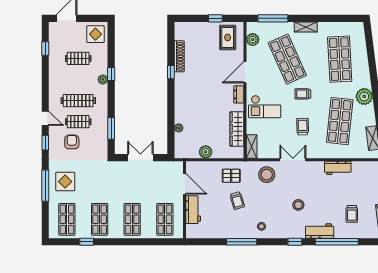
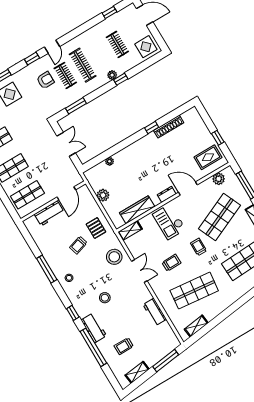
plant: (364, 96) -> (227, 299), removed

